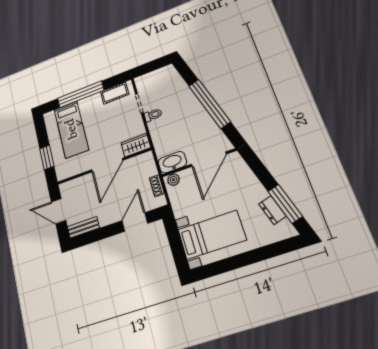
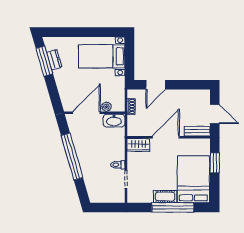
cot: (115, 93) -> (165, 197), moved
bed: (71, 129) -> (193, 179), width x1.50
plant: (173, 180) -> (107, 107), moved
bench: (83, 227) -> (197, 131), moved

